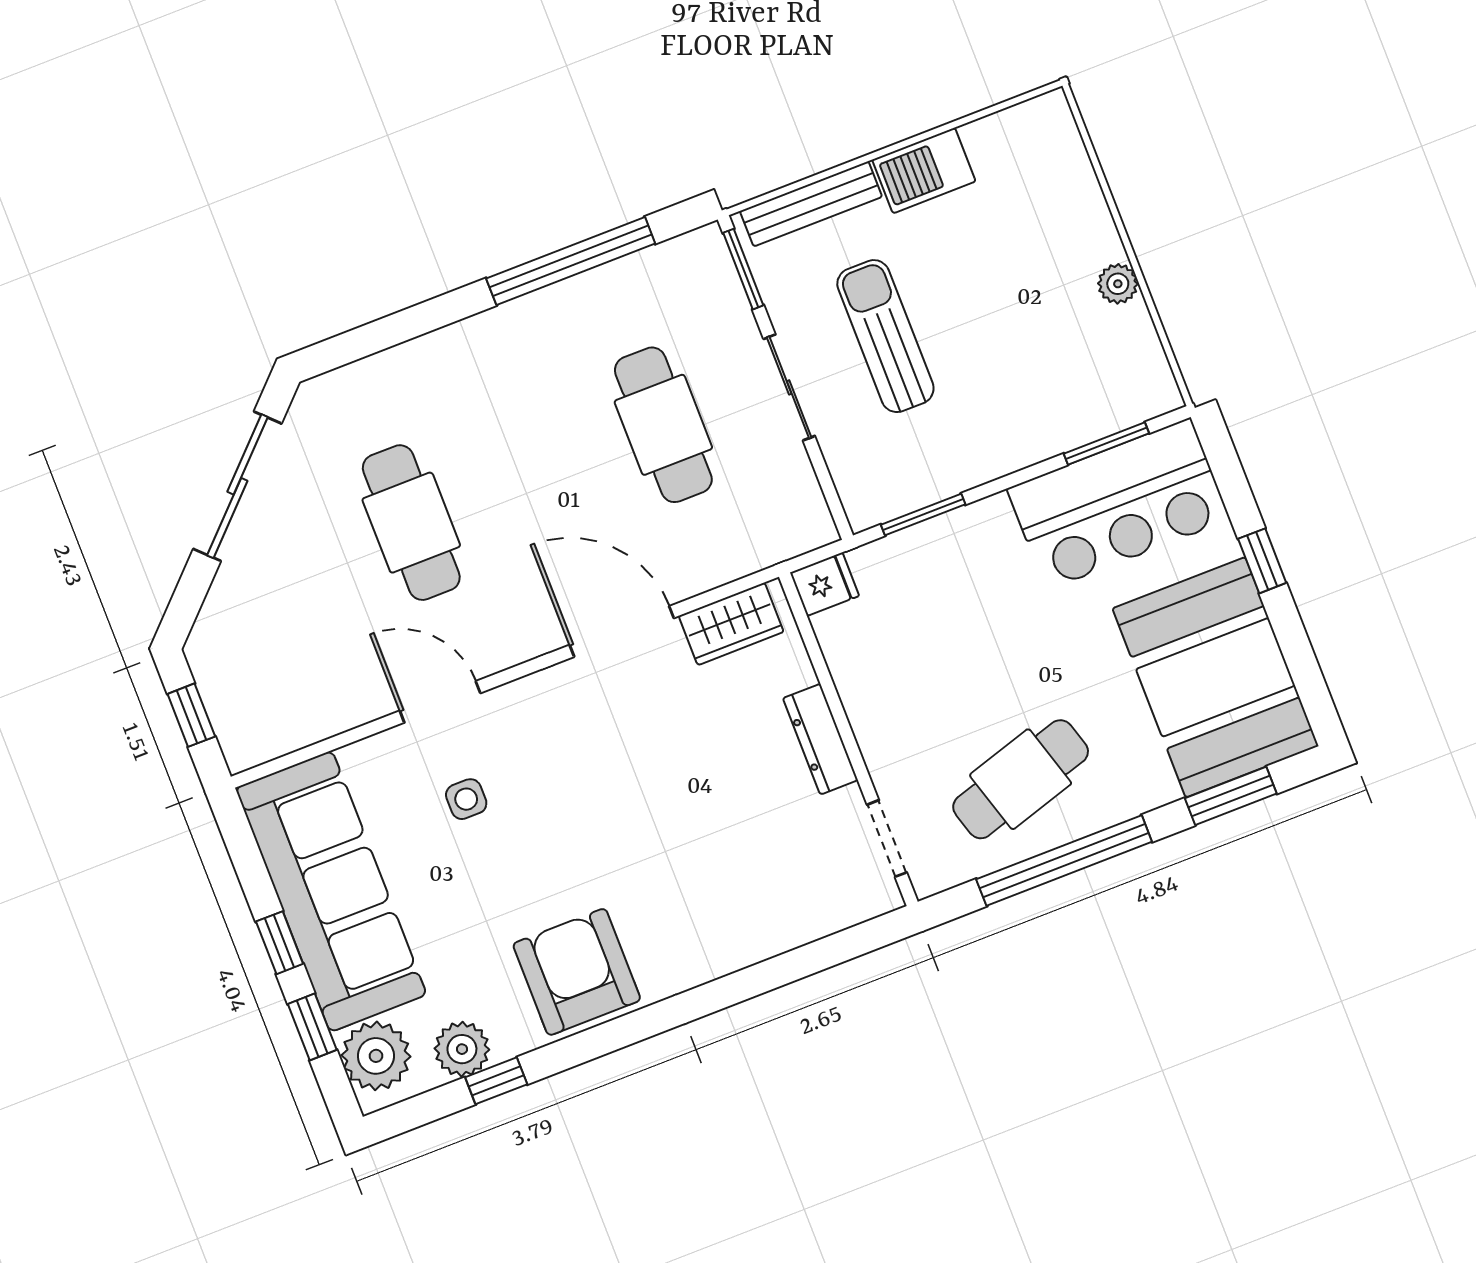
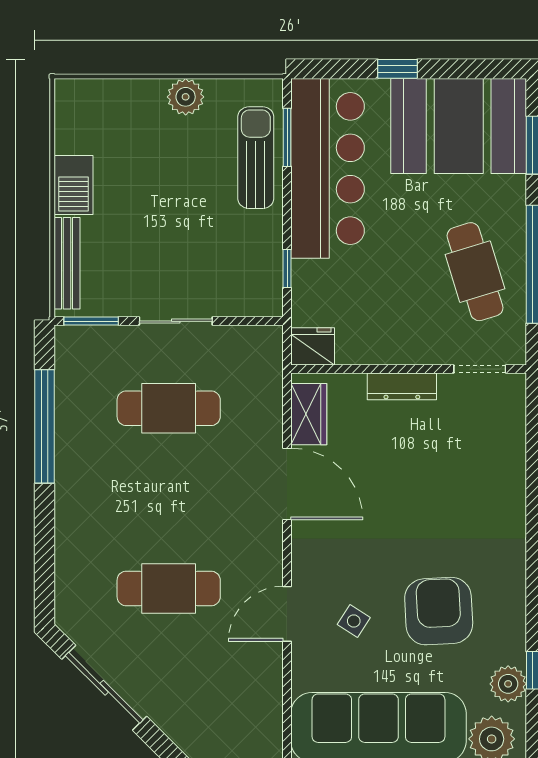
plant: (1118, 284) -> (186, 97), width x1.38, depth x1.38
sun lounger: (885, 336) -> (256, 158), moved, turned 90
bar counter: (1118, 504) -> (328, 168), width x1.36
window: (923, 515) -> (287, 268), width x0.67
fridge: (825, 584) -> (313, 346), width x1.38
door: (622, 631) -> (287, 484), swing flipped
side table: (466, 799) -> (354, 621), turned 33
armchair: (577, 972) -> (439, 611), moved, turned 87

